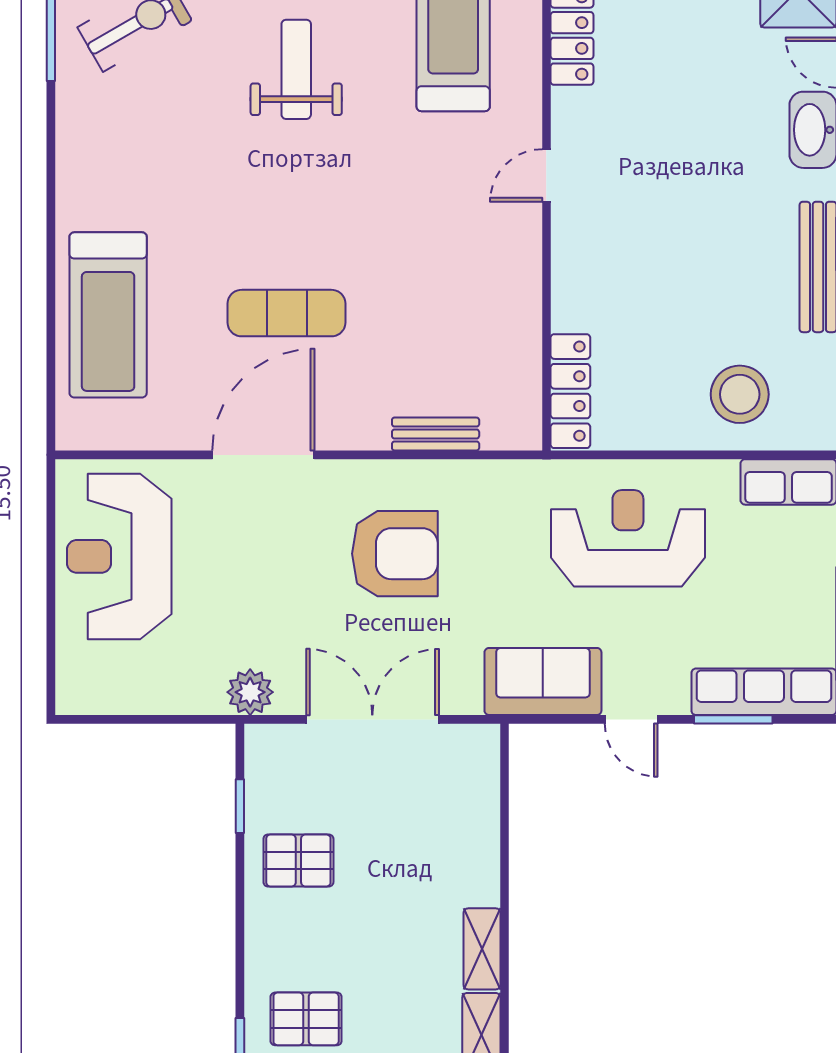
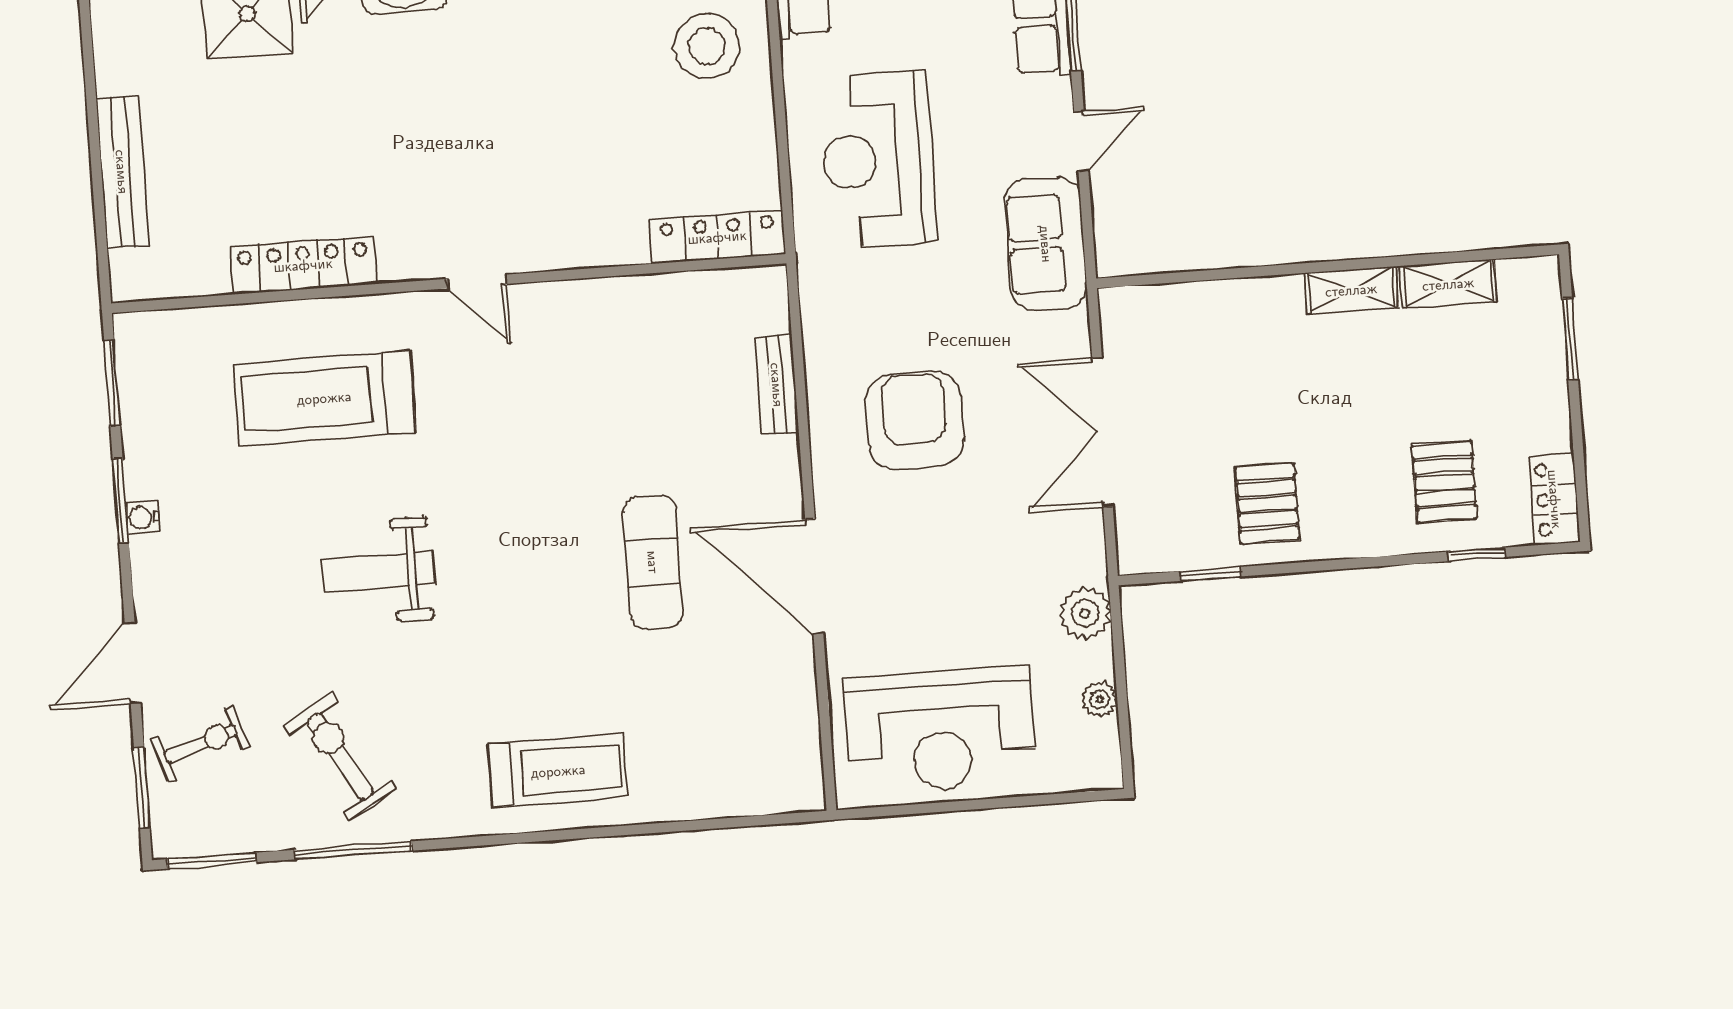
treadmill: (108, 315) -> (558, 771), moved, width x0.73, depth x0.73
plant: (250, 692) -> (1085, 613), moved
plant: (136, 699) -> (1100, 699), added

